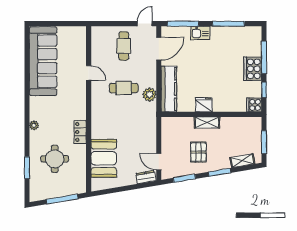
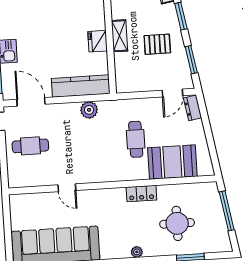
door: (89, 73) -> (67, 188), swing flipped
cafe table: (124, 88) -> (136, 139), moved

